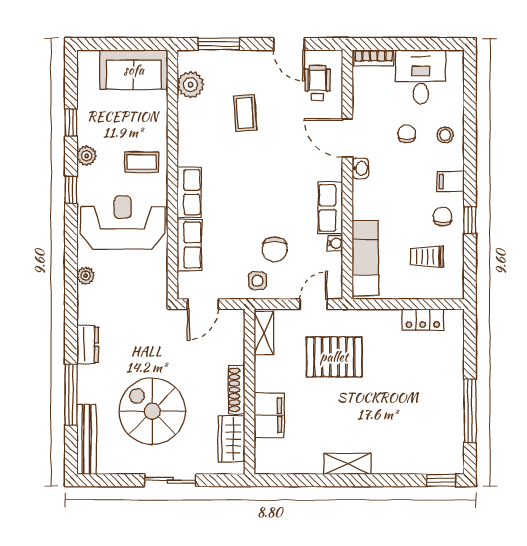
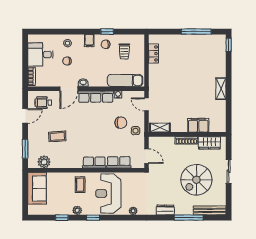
row of seats: (330, 208) -> (96, 97), width x1.48
pallet: (334, 357) -> (171, 95), removed

